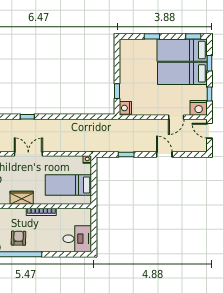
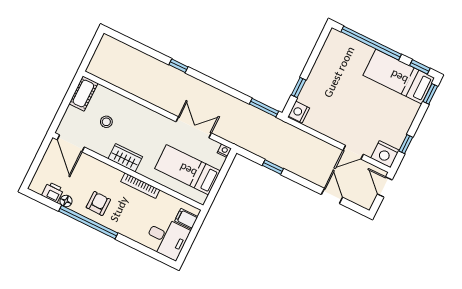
window: (152, 36) -> (371, 43), width x3.17
window: (210, 63) -> (430, 94), moved
bed: (182, 73) -> (386, 104), removed
window: (100, 117) -> (264, 108), added
double door: (28, 154) -> (194, 127), moved
door: (164, 154) -> (332, 196), moved
filing cabinet: (84, 219) -> (186, 219), added

